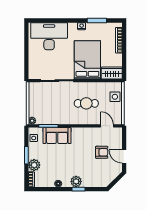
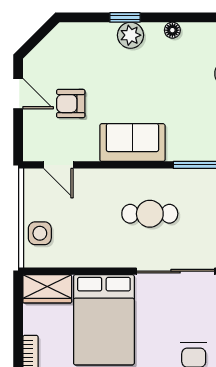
cafe table: (86, 103) -> (150, 214), moved
sofa: (57, 136) -> (132, 143), moved

